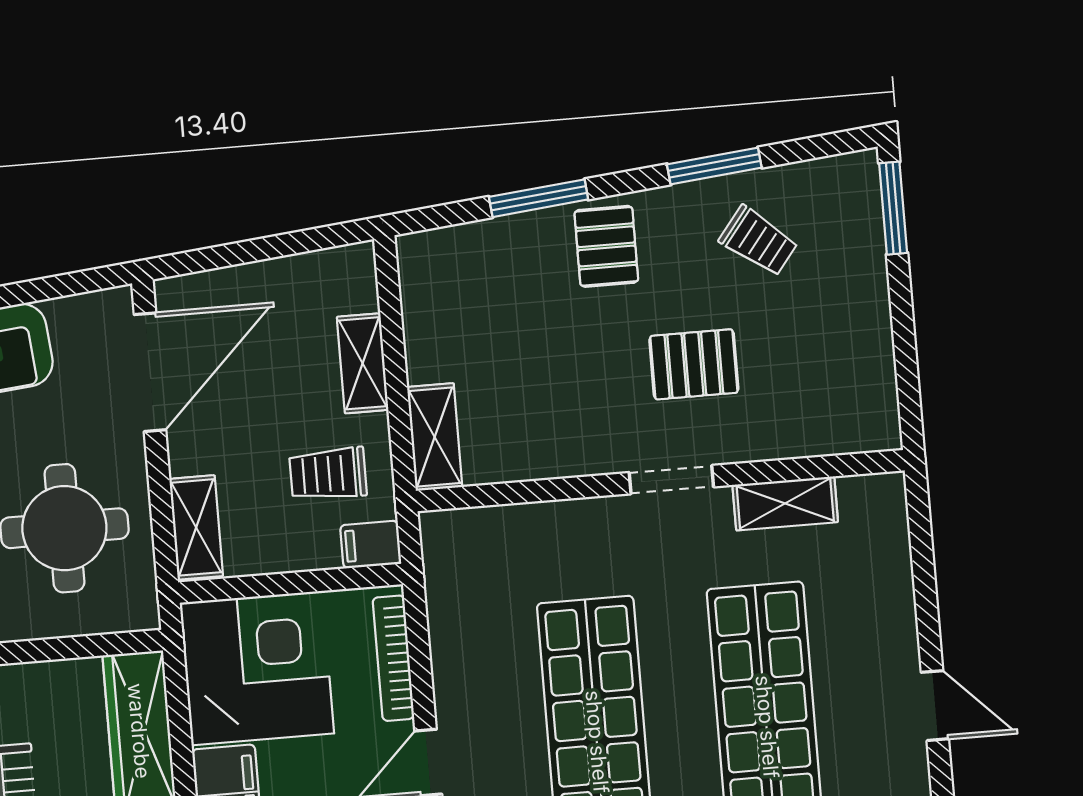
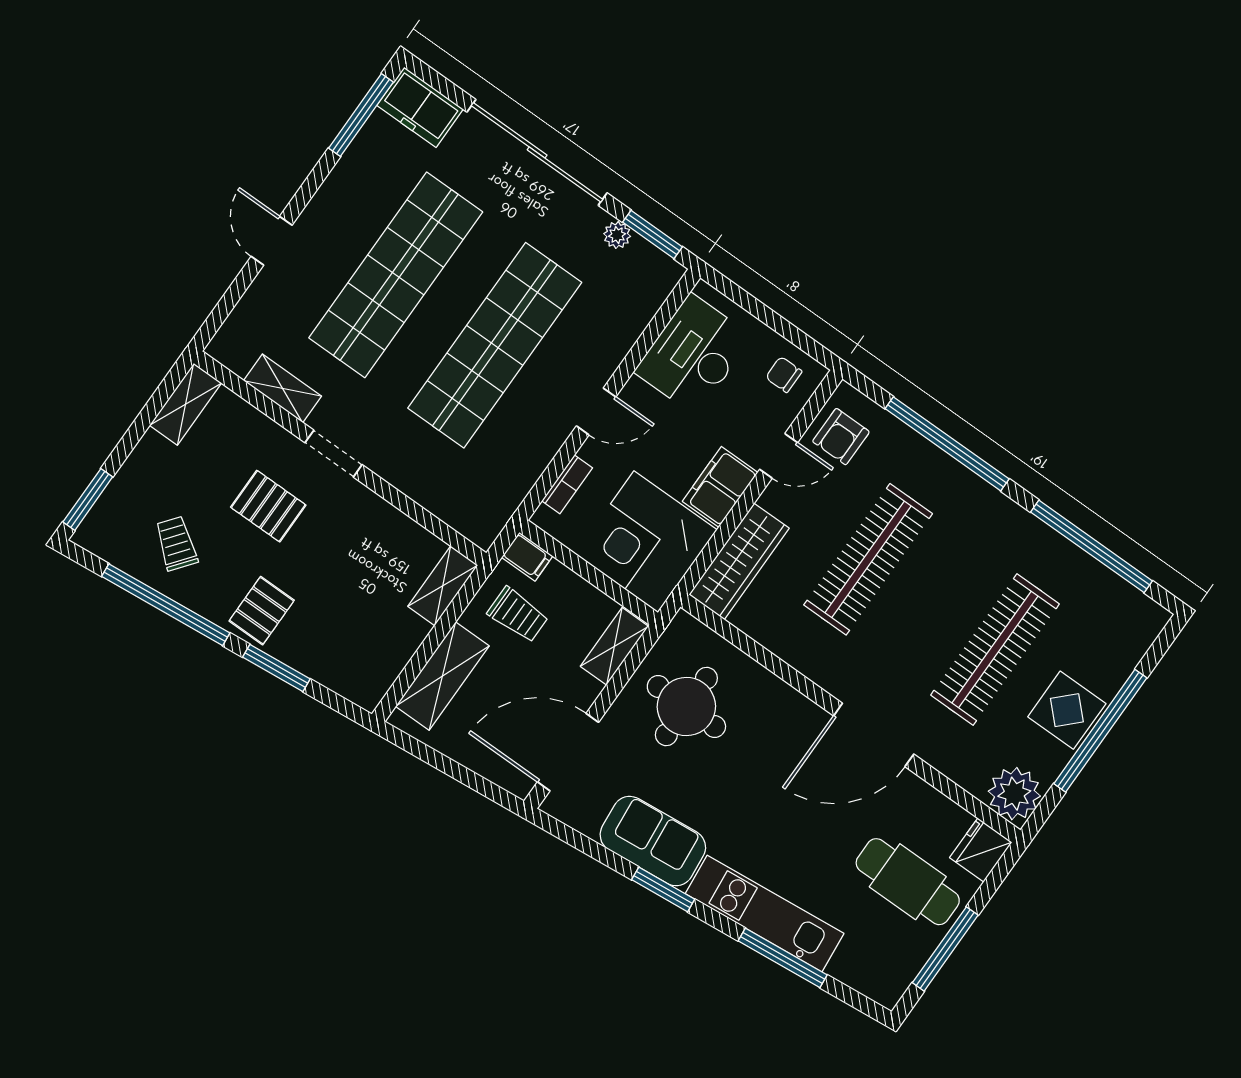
window: (714, 166) -> (166, 605), width x2.11
shelving: (363, 363) -> (442, 676), width x1.50, depth x1.33
shelving: (875, 399) -> (186, 404), added
bookcase: (393, 658) -> (567, 484), width x0.64
door: (935, 706) -> (272, 241), moved

